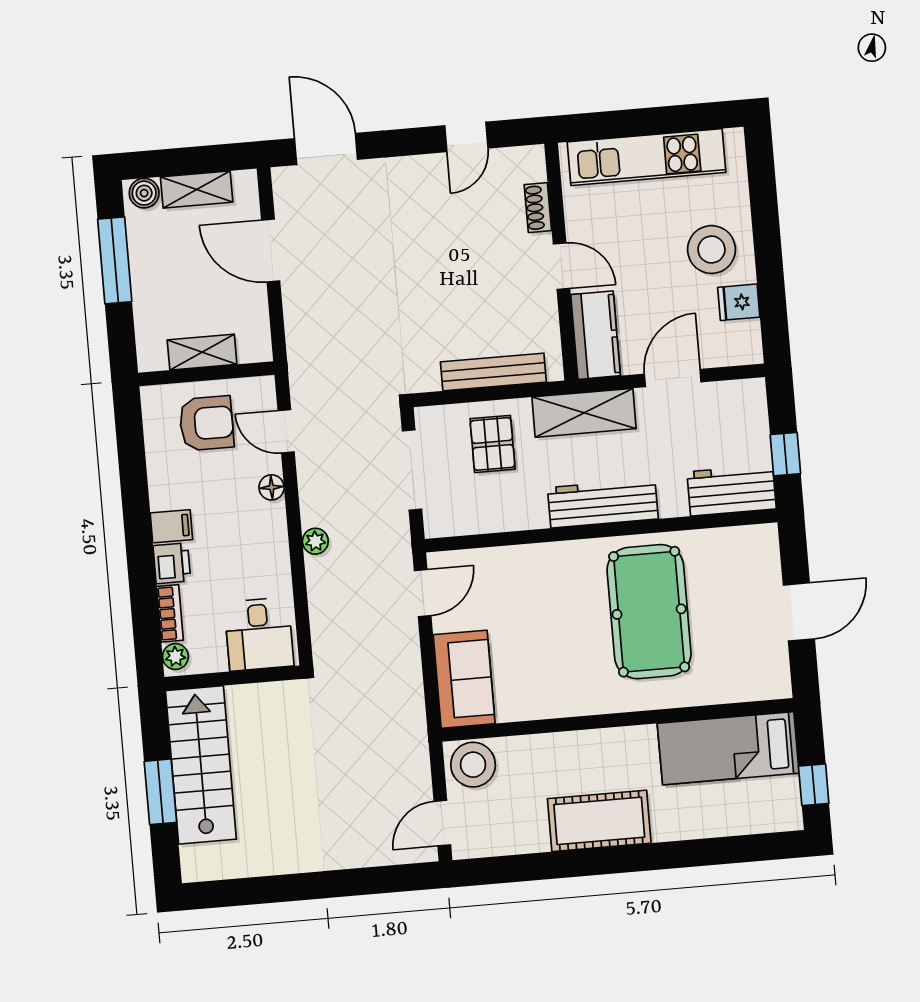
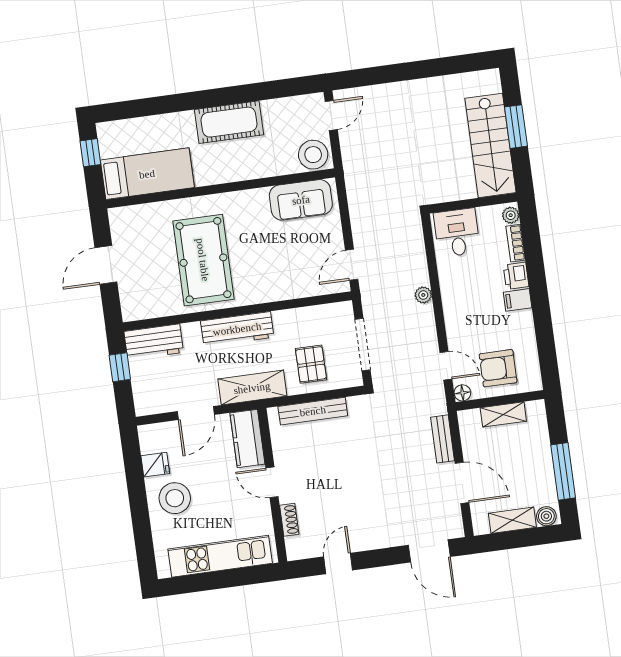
bench: (297, 319) -> (443, 439), added
floor lamp: (272, 487) -> (462, 393), moved
sofa: (464, 679) -> (301, 200), moved, turned -90

